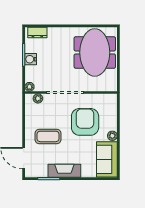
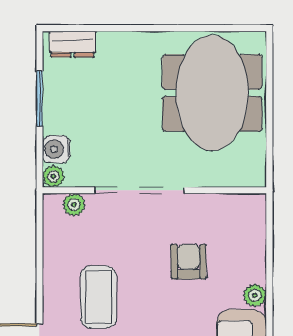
water cooler: (31, 59) -> (56, 149), moved
armchair: (85, 122) -> (189, 262), width x0.53, depth x0.53
coffee table: (48, 136) -> (99, 297), turned 90

